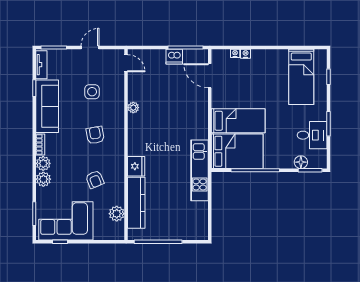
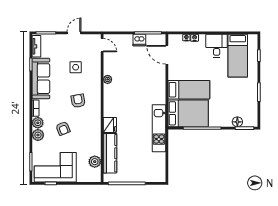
desk: (312, 135) -> (217, 46), moved, turned -90
armchair: (95, 179) -> (63, 128), moved

